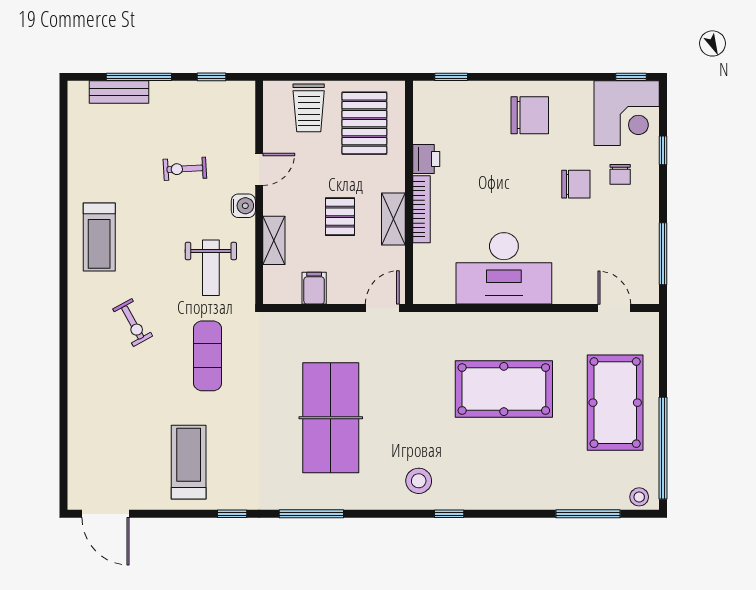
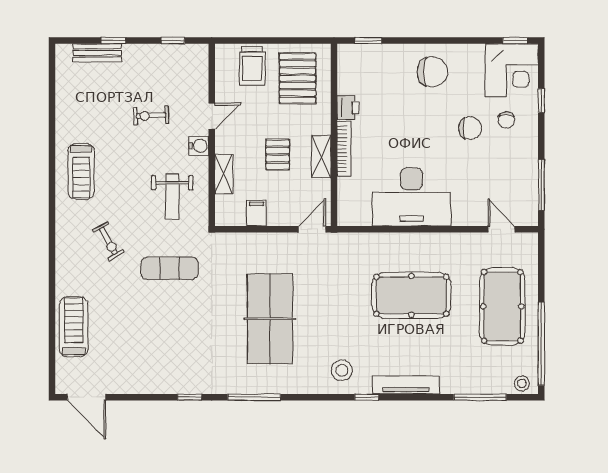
window: (139, 77) -> (113, 41), width x0.46
exercise mat: (208, 356) -> (170, 268), turned 90
treadmill: (189, 462) -> (74, 327), moved
tv unit: (497, 499) -> (406, 385), added

